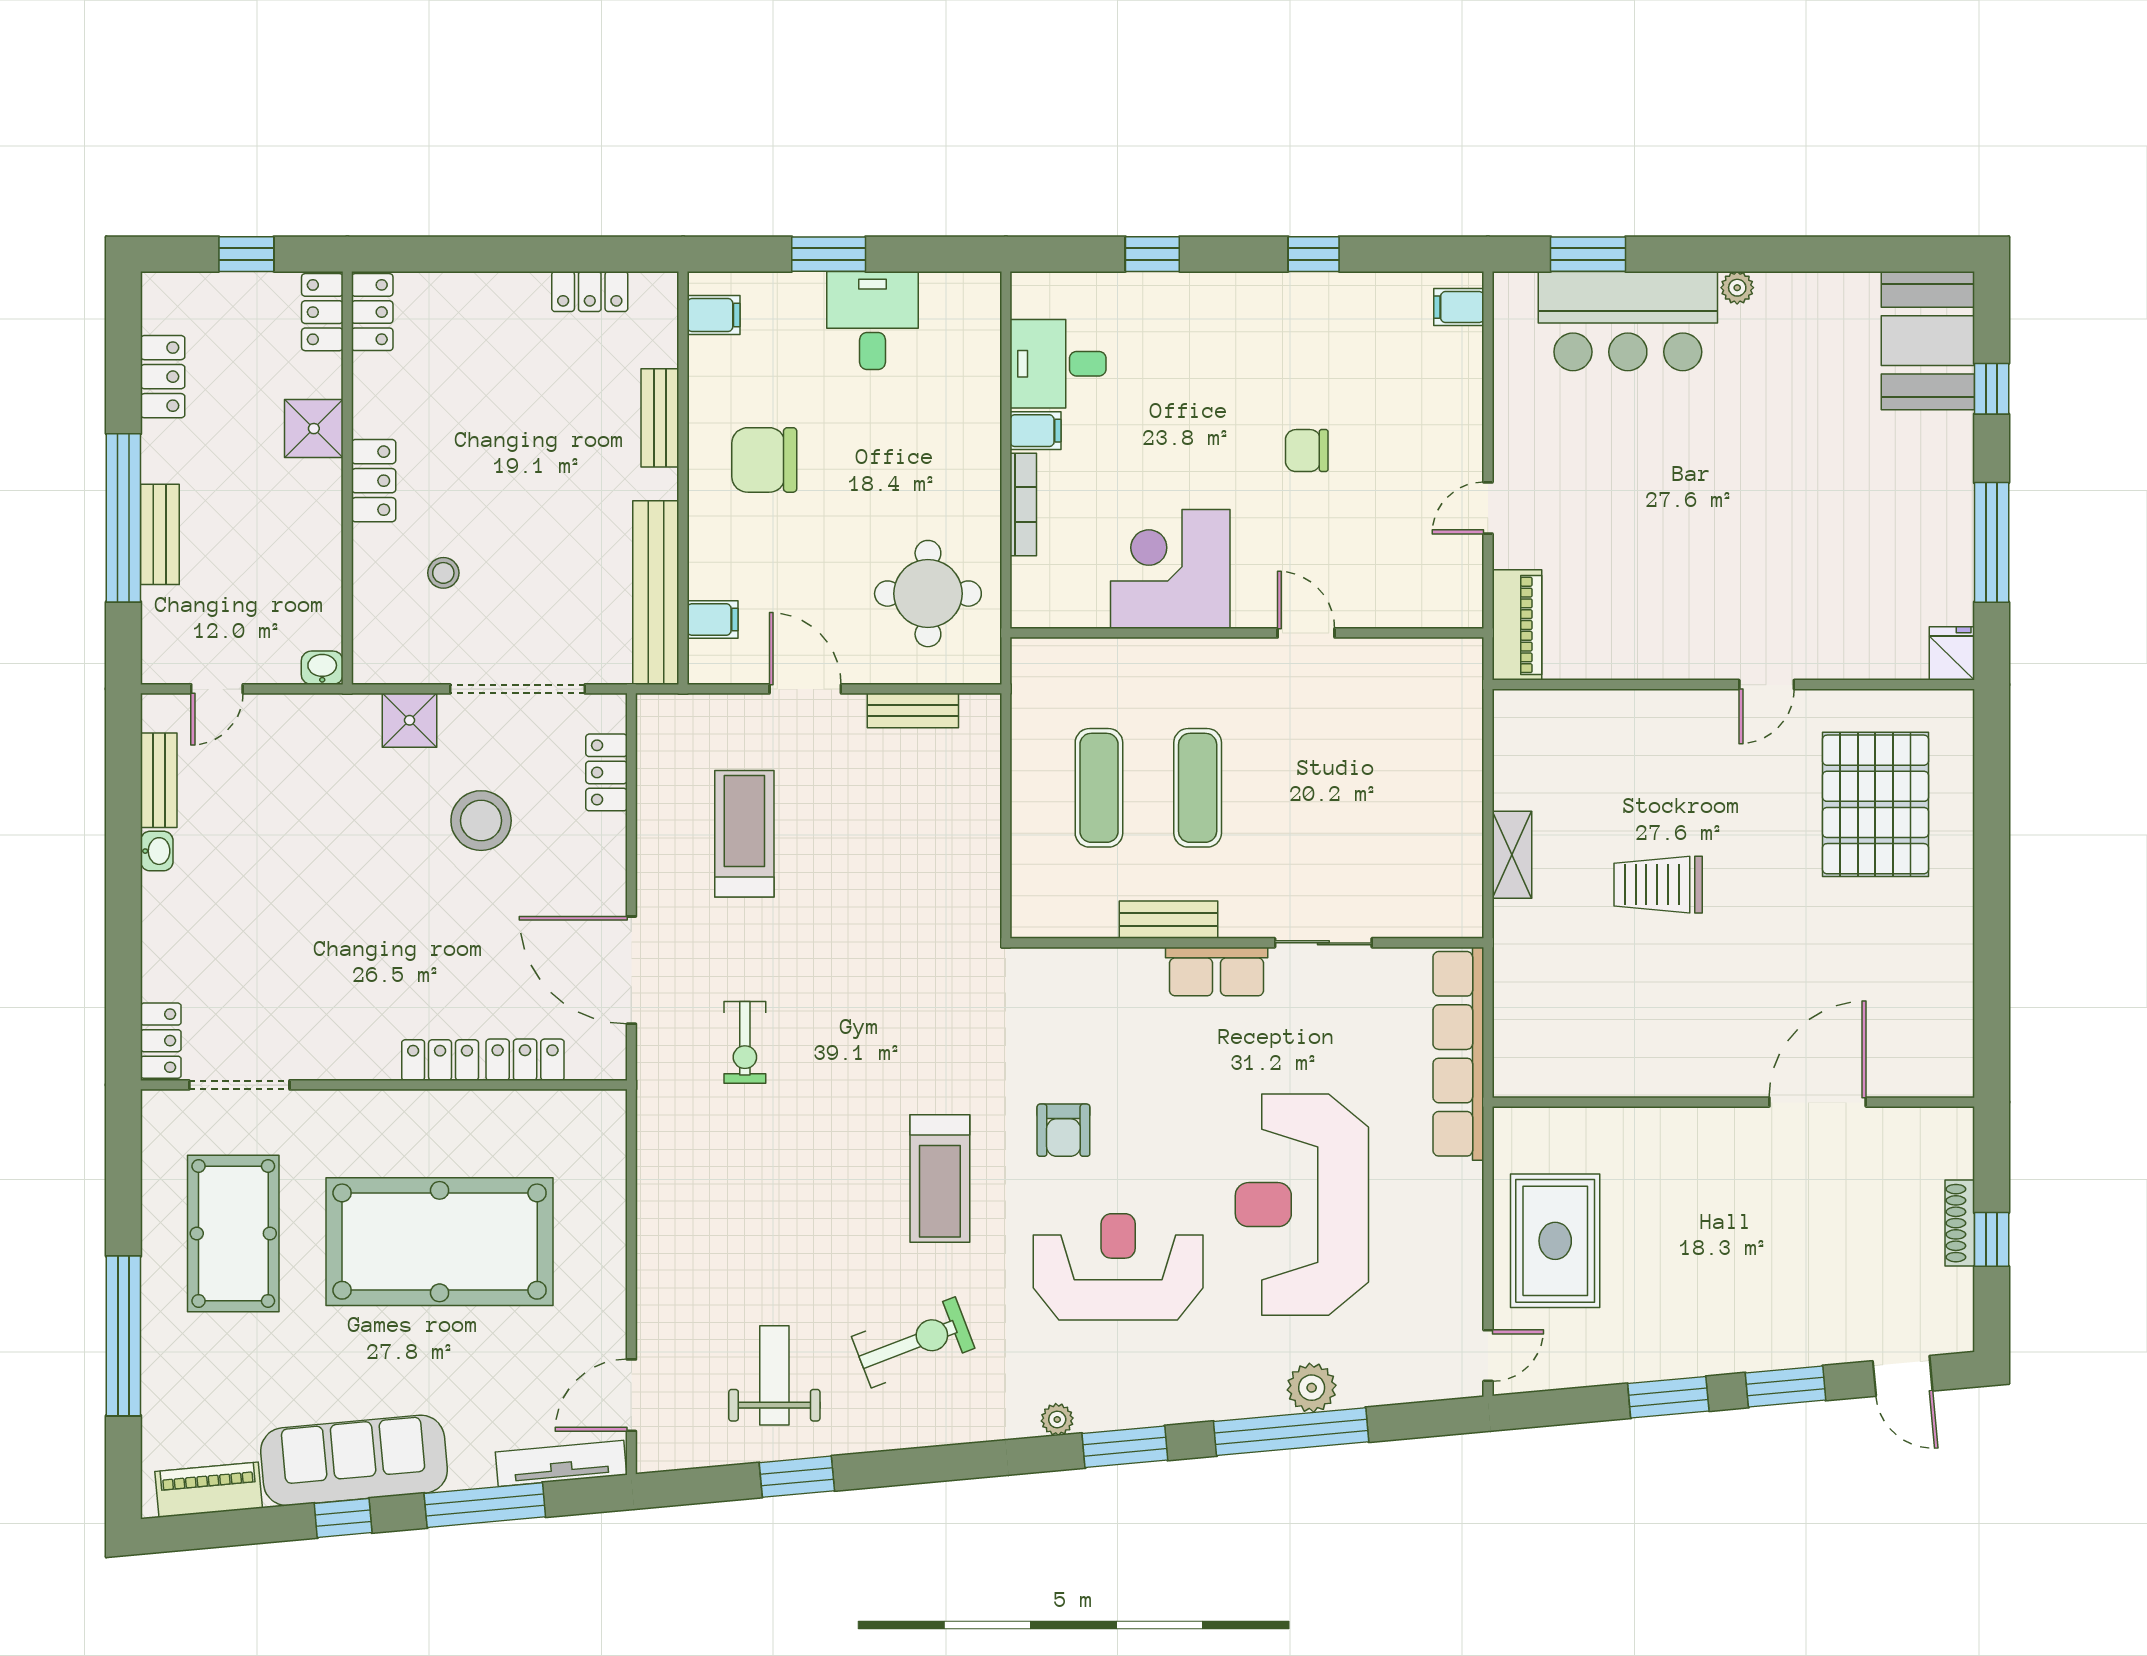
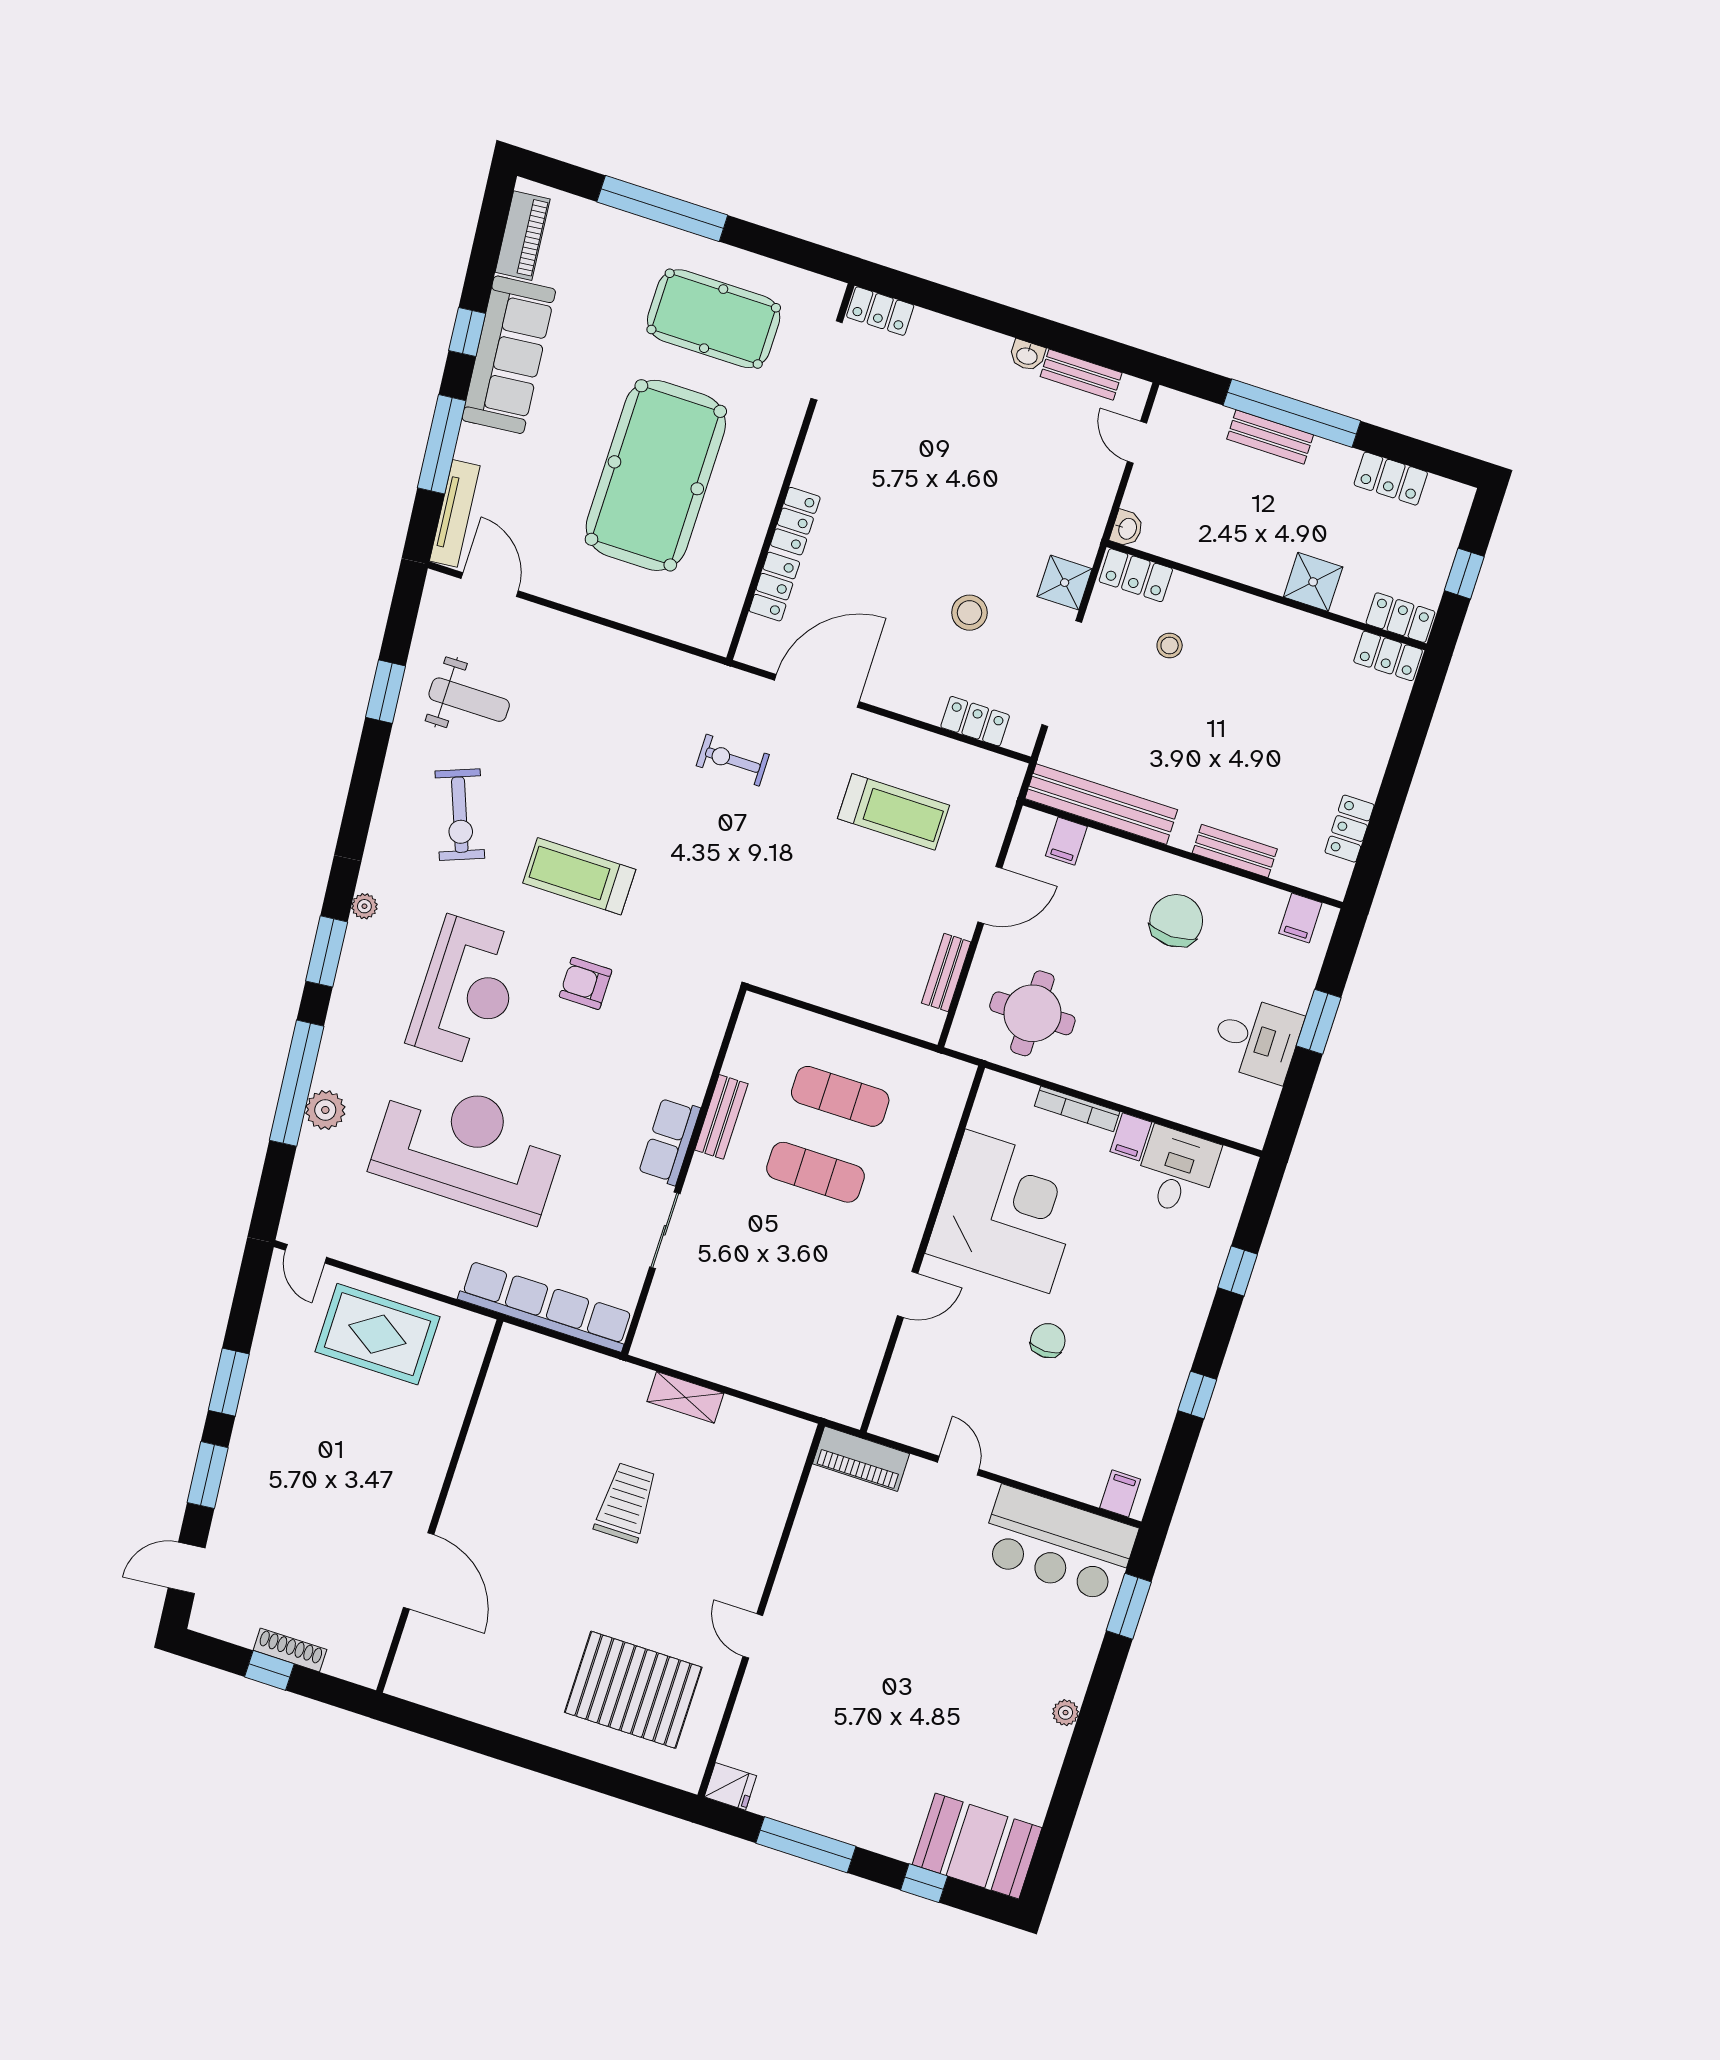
bar counter: (1628, 321) -> (1058, 1544), moved, turned -90
locker: (374, 481) -> (1136, 575), moved
corner desk: (1170, 569) -> (1007, 1211), width x1.36, depth x1.36
stool: (481, 821) -> (969, 613), width x0.73, depth x0.73

